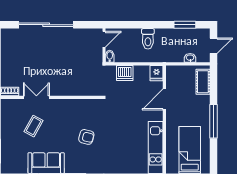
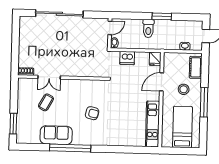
window: (185, 25) -> (162, 16), moved
double door: (36, 97) -> (49, 77), swing flipped
stool: (190, 107) -> (184, 89), added

